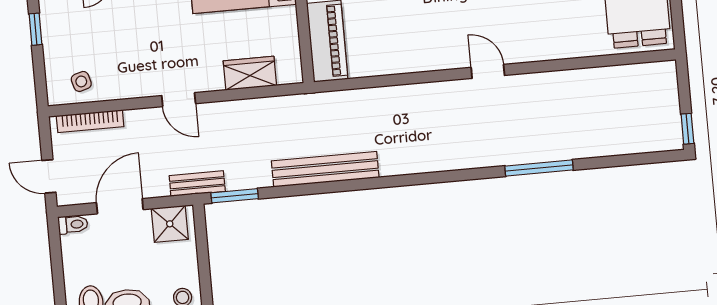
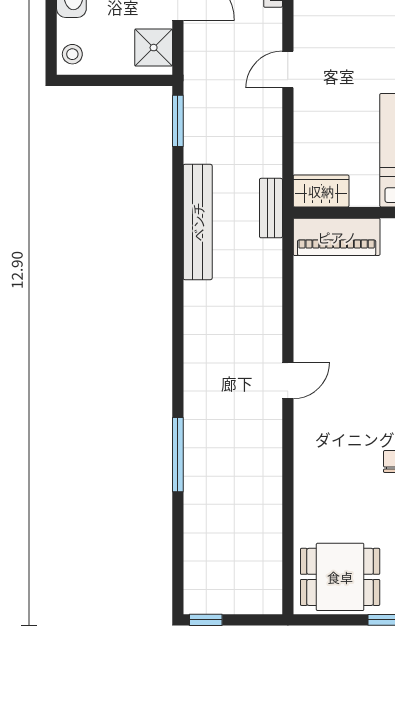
door: (488, 71) -> (288, 380), moved
wardrobe: (250, 73) -> (321, 191), moved, turned -90
bench: (197, 184) -> (271, 208), moved

